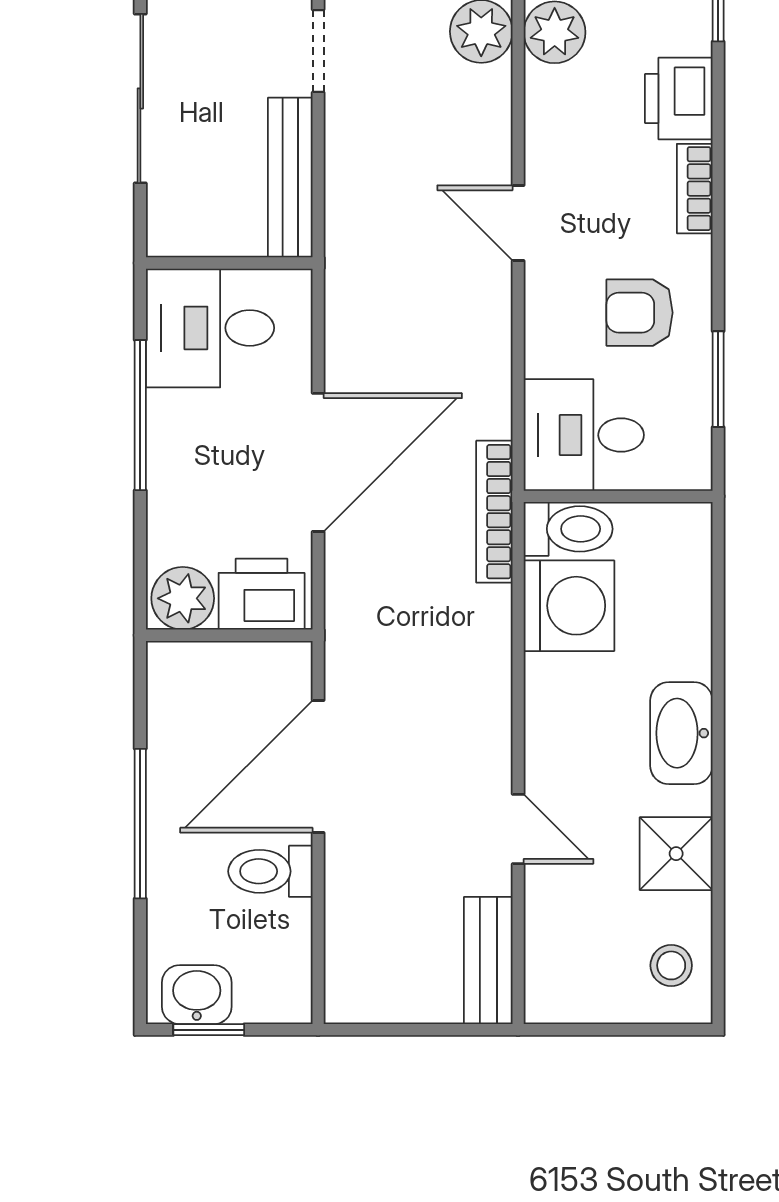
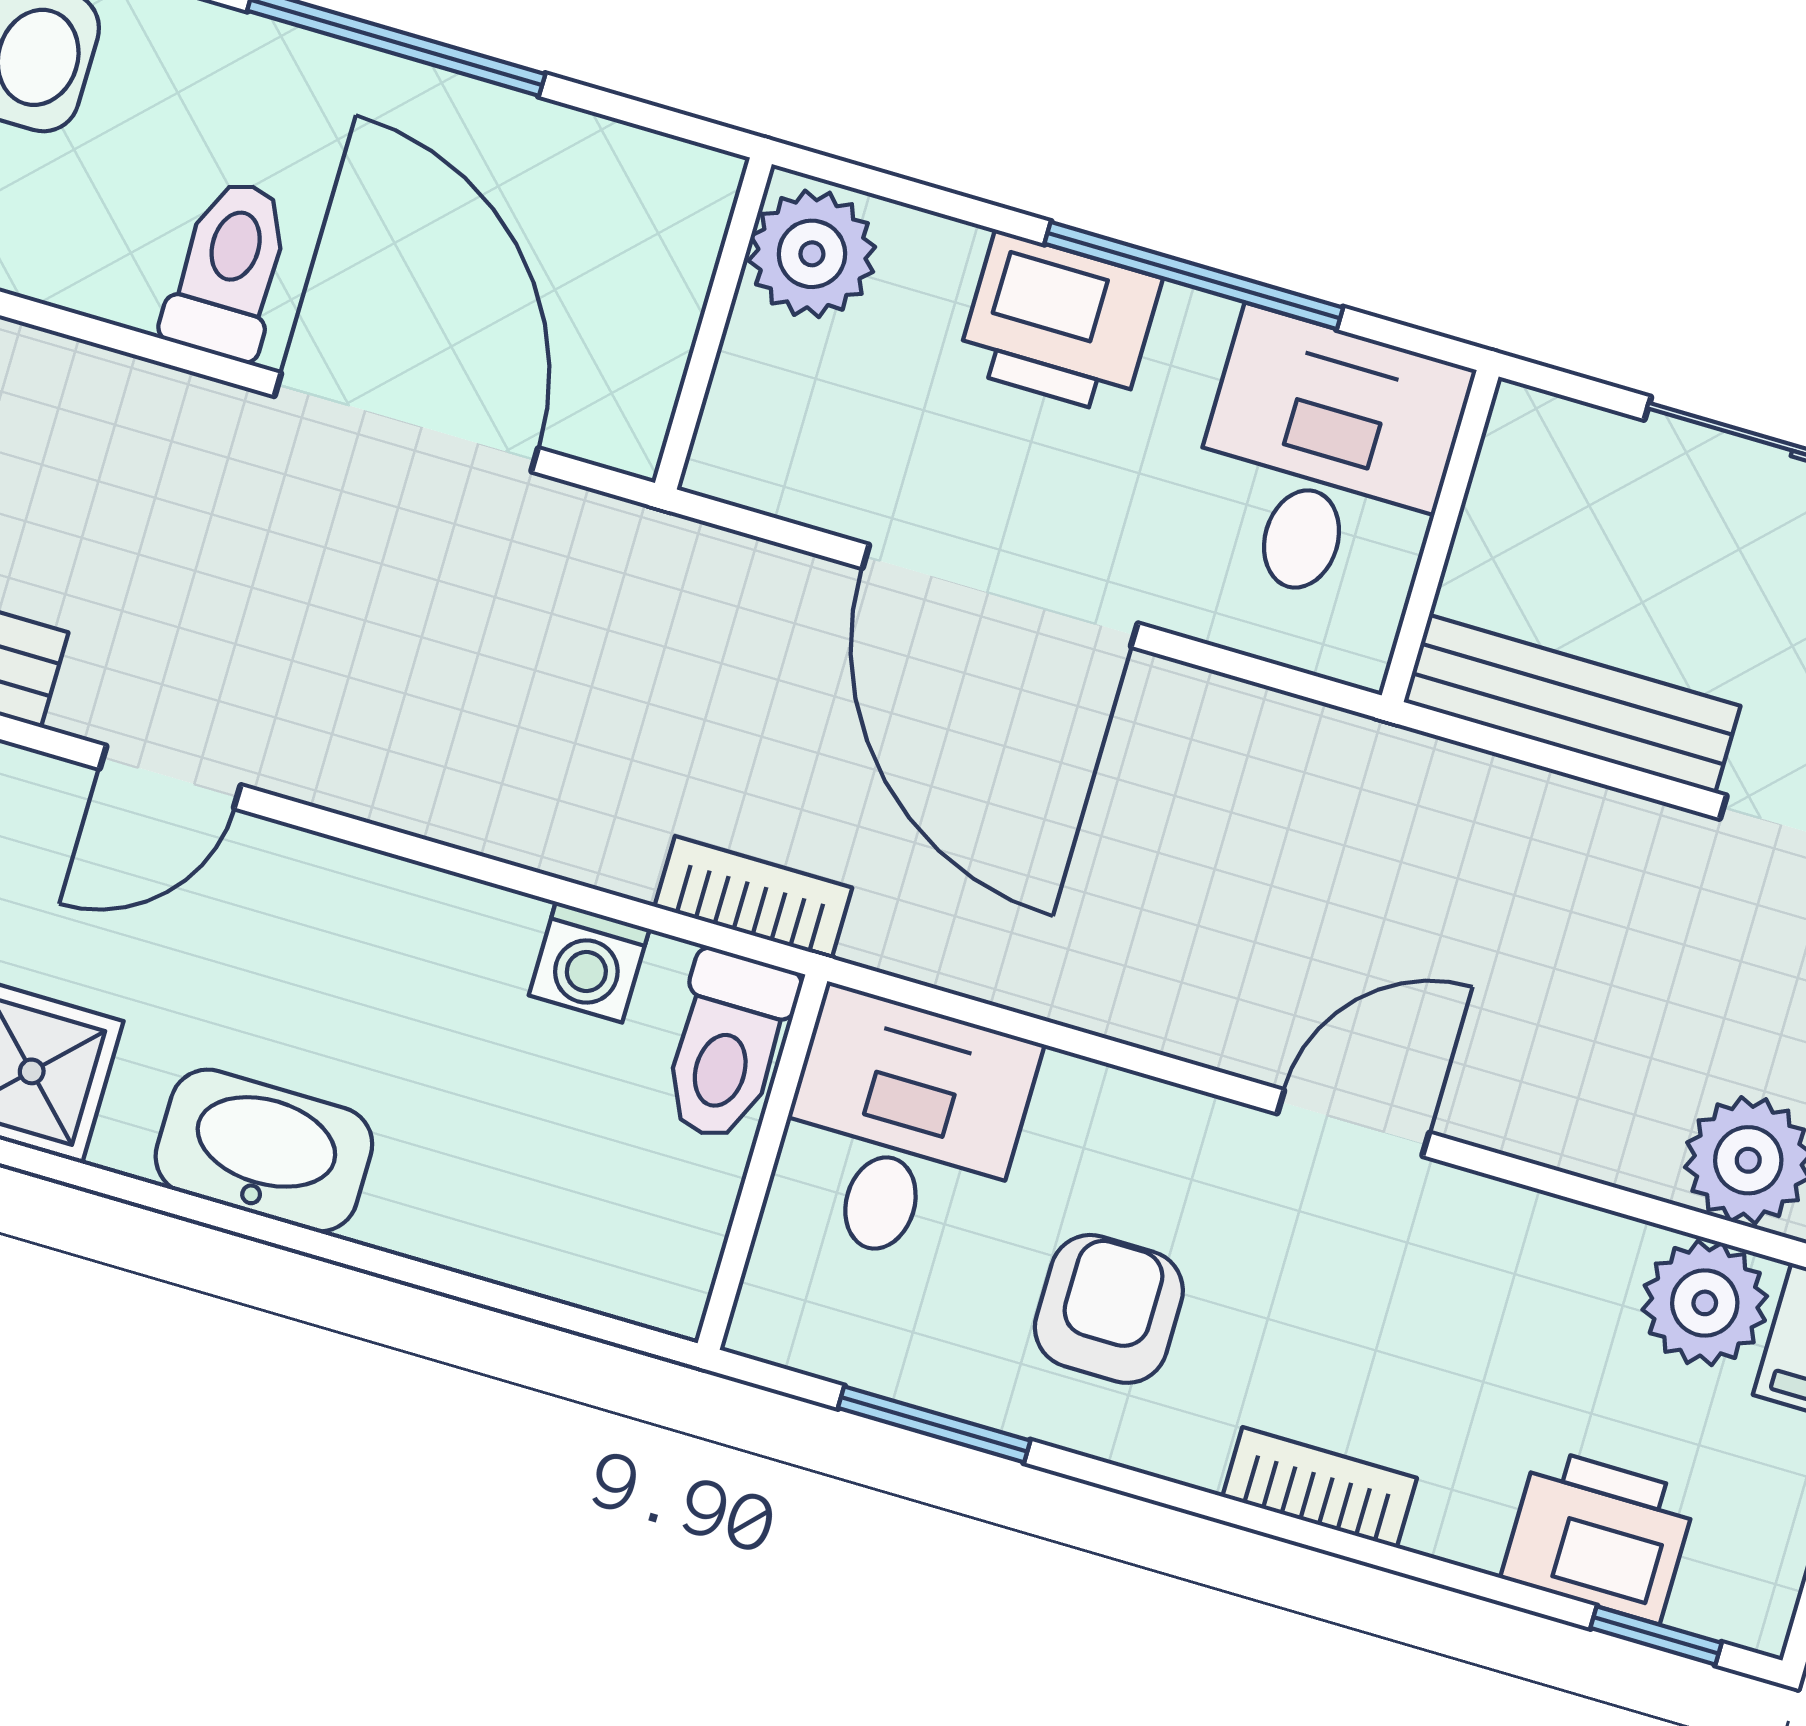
printer: (679, 98) -> (1599, 1535), moved
bookcase: (494, 512) -> (753, 897), width x0.64
printer: (262, 594) -> (1059, 323), moved, turned 90
washing machine: (569, 606) -> (589, 962), width x0.53, depth x0.53

